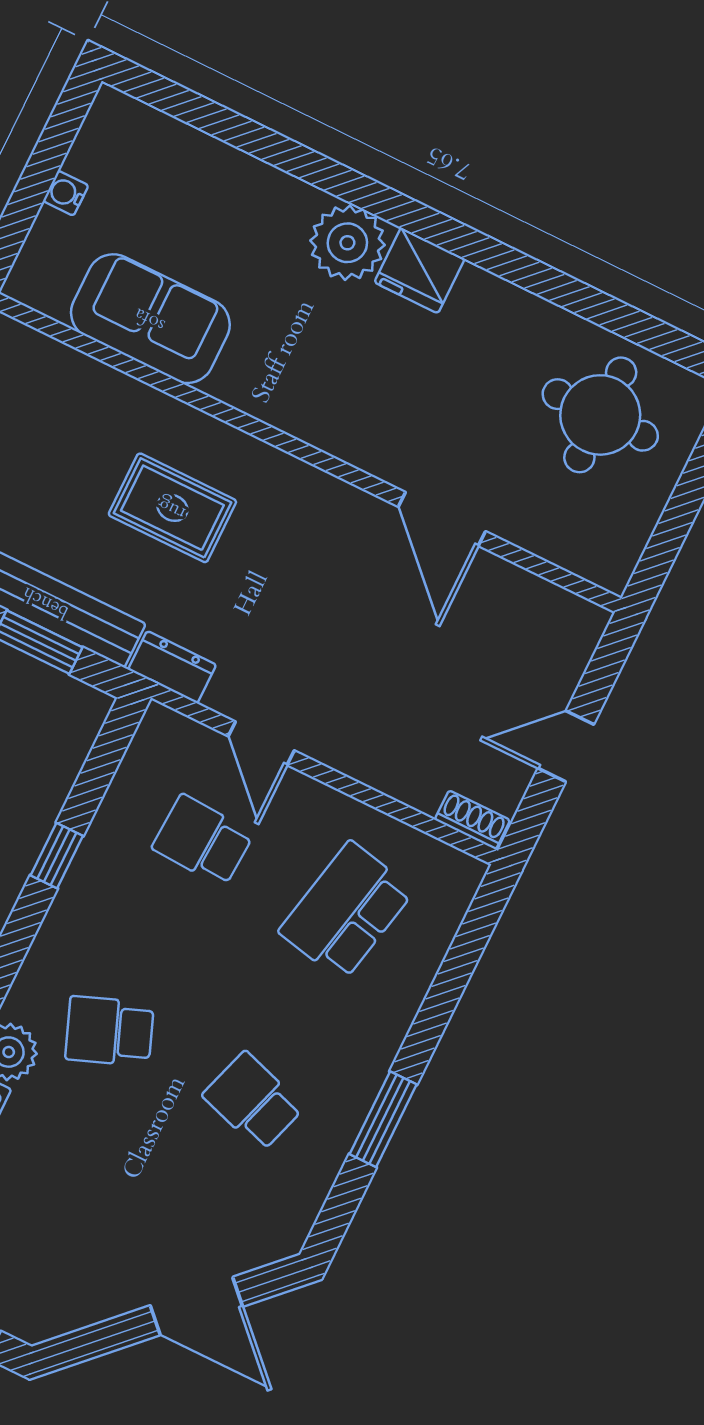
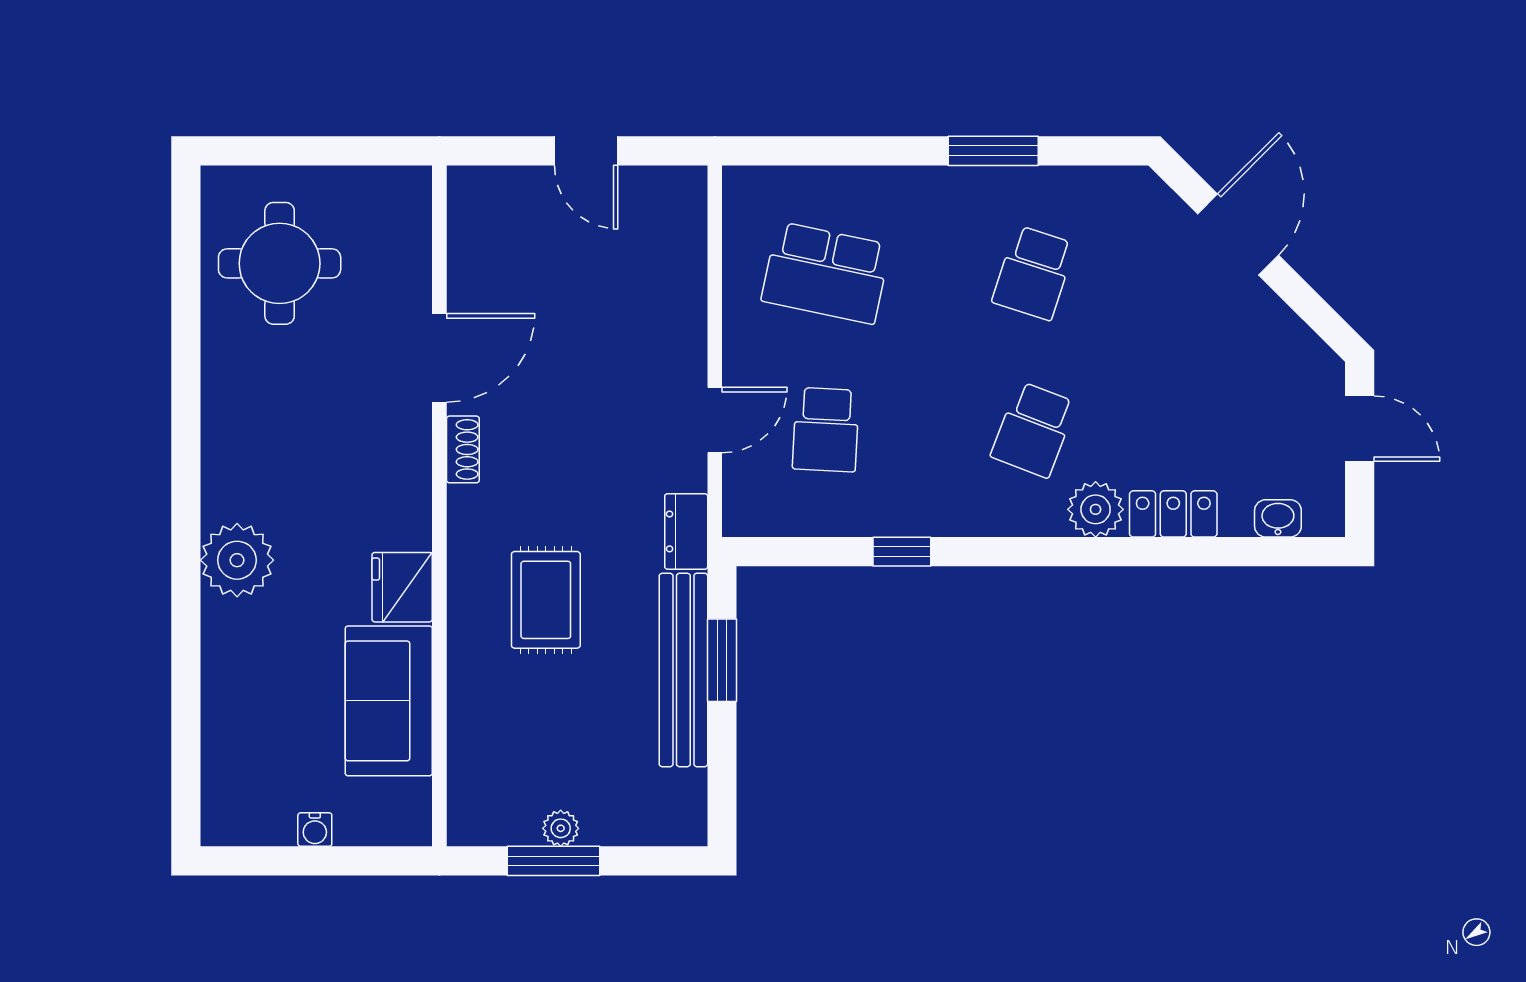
fridge: (420, 270) -> (402, 587), moved, turned 180
shoe rack: (472, 820) -> (463, 449), moved, turned 180
school desk: (110, 1031) -> (1034, 430), turned 42

